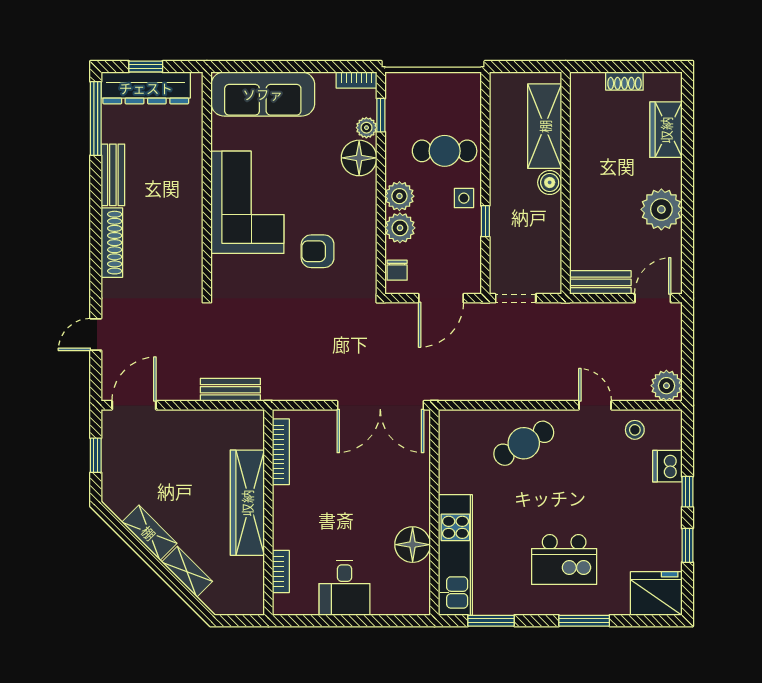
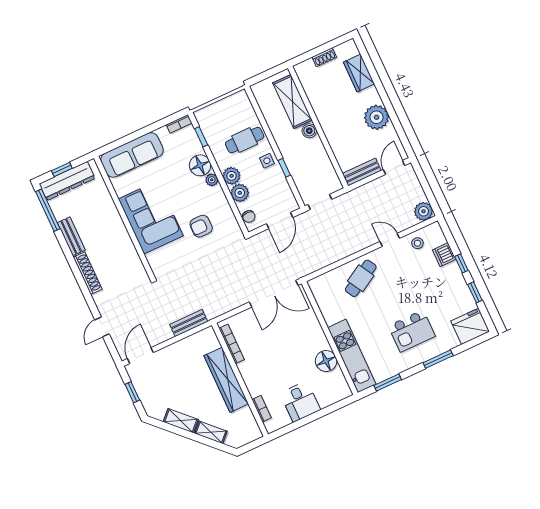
plant: (366, 128) -> (212, 180), moved

